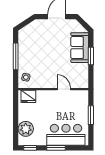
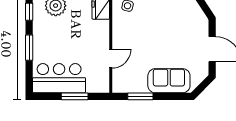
window: (91, 56) -> (140, 96), moved
bar counter: (66, 135) -> (59, 78), moved, turned -90

